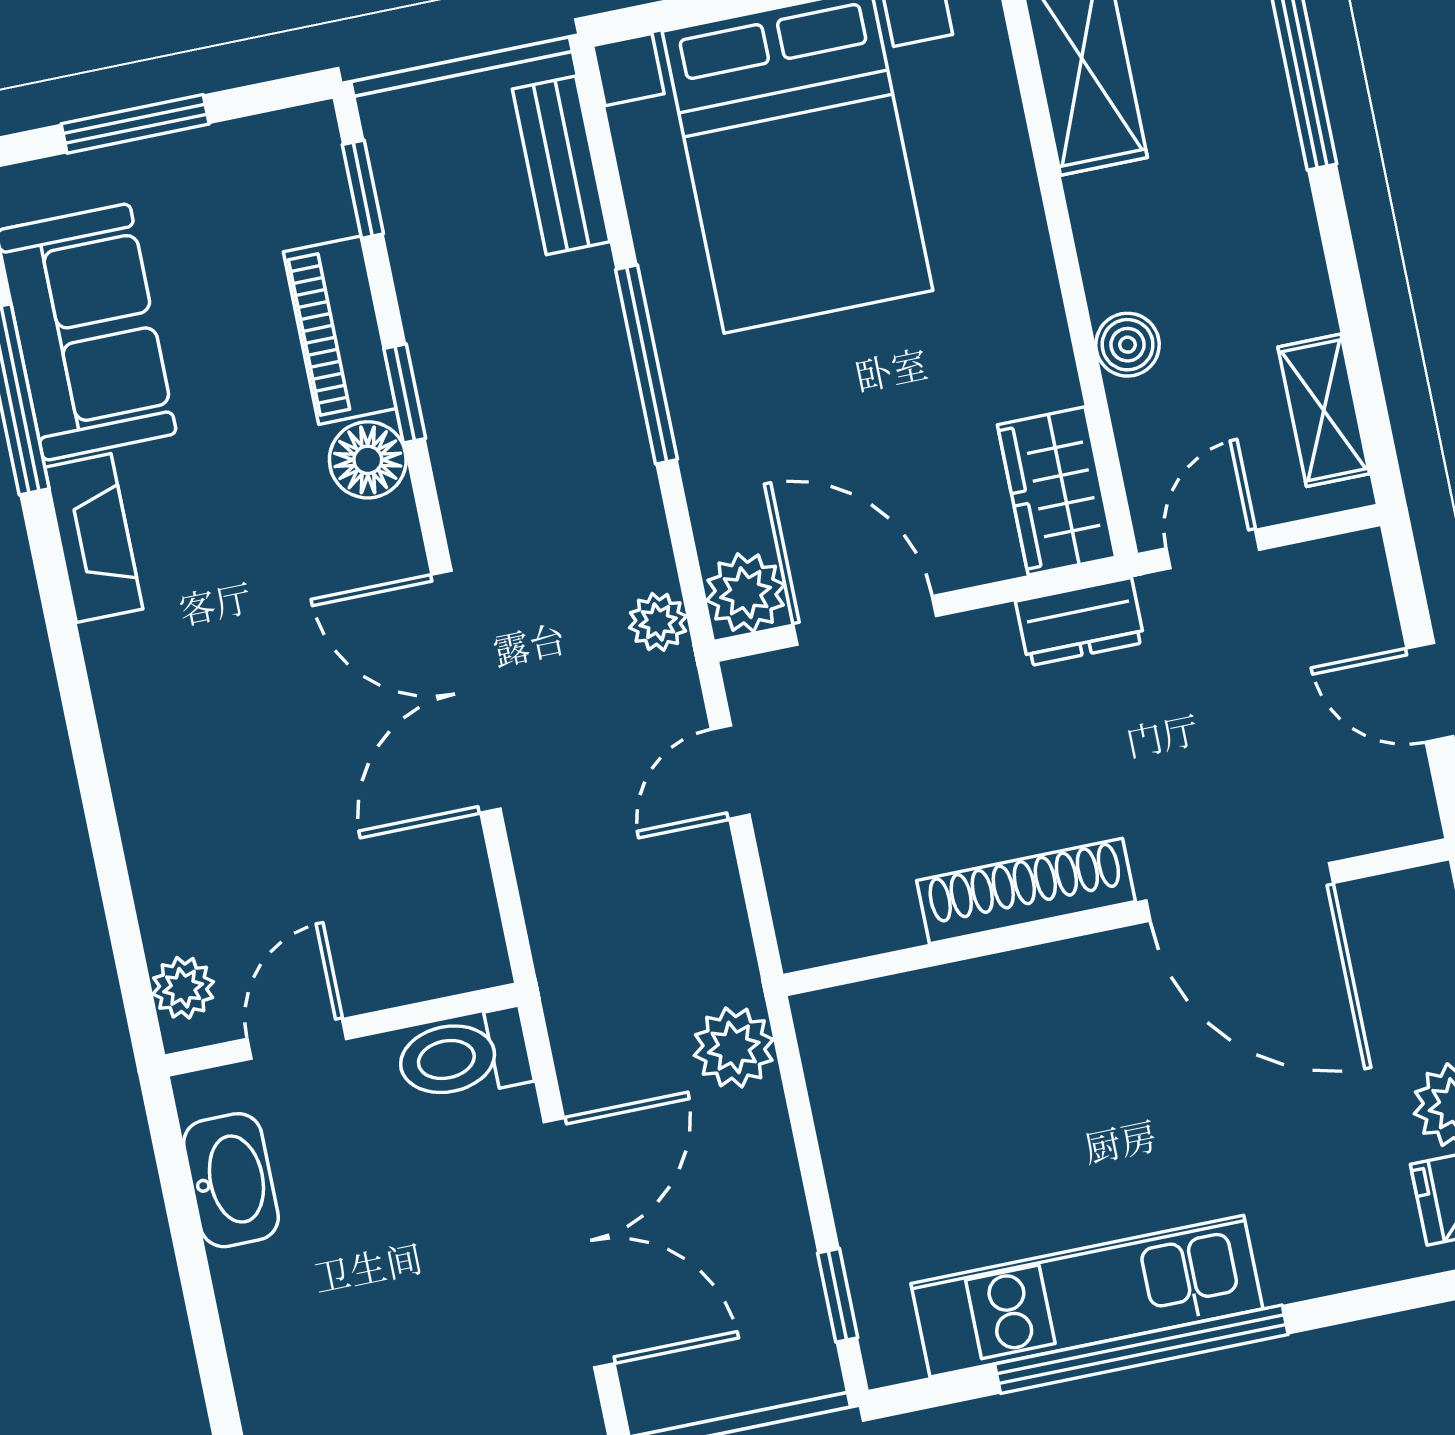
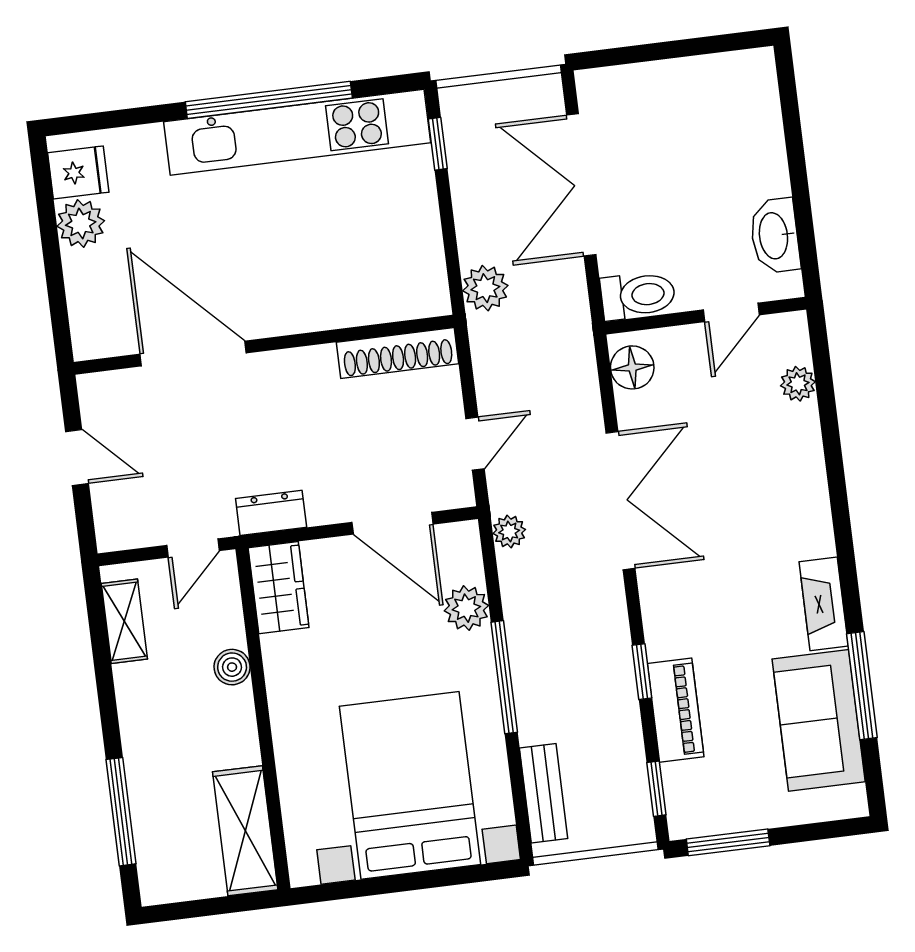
window: (135, 124) -> (728, 842), moved
floor lamp: (368, 460) -> (632, 367), moved
plant: (746, 593) -> (466, 608), moved
shoe rack: (1026, 891) -> (397, 353), moved
plant: (183, 988) -> (798, 384), moved
kitchen unit: (1087, 1296) -> (297, 132), width x1.36

